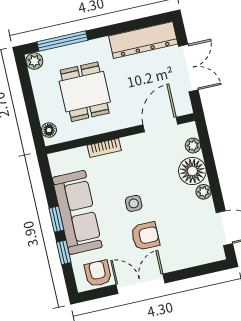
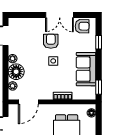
sofa: (77, 212) -> (86, 69), width x0.73
window: (56, 219) -> (99, 87), moved
armchair: (145, 236) -> (51, 41), turned 90
armchair: (98, 273) -> (82, 26), turned -89

